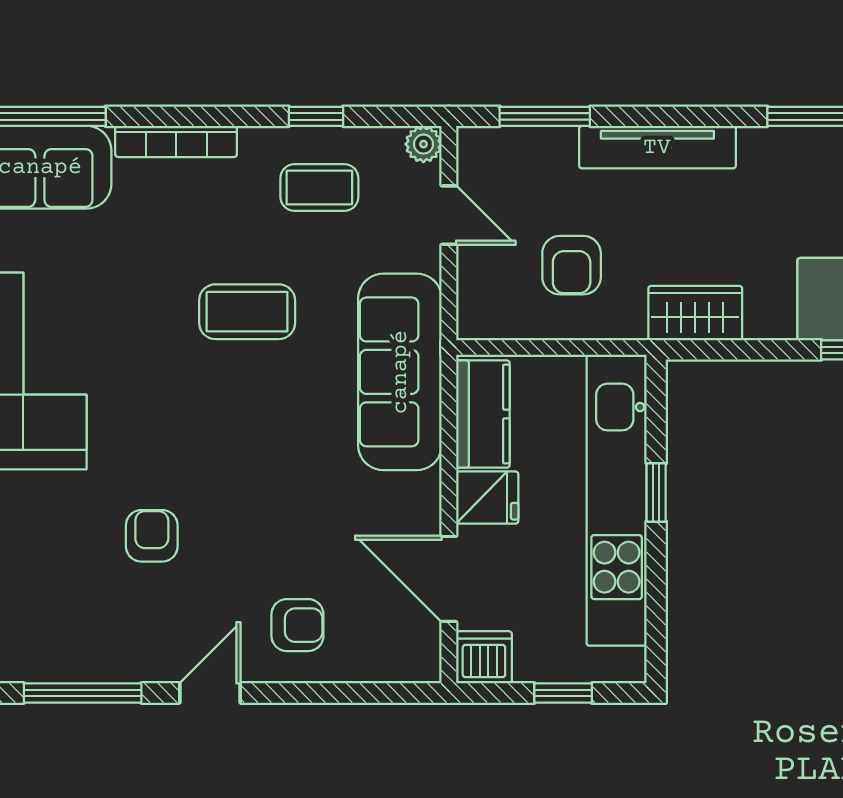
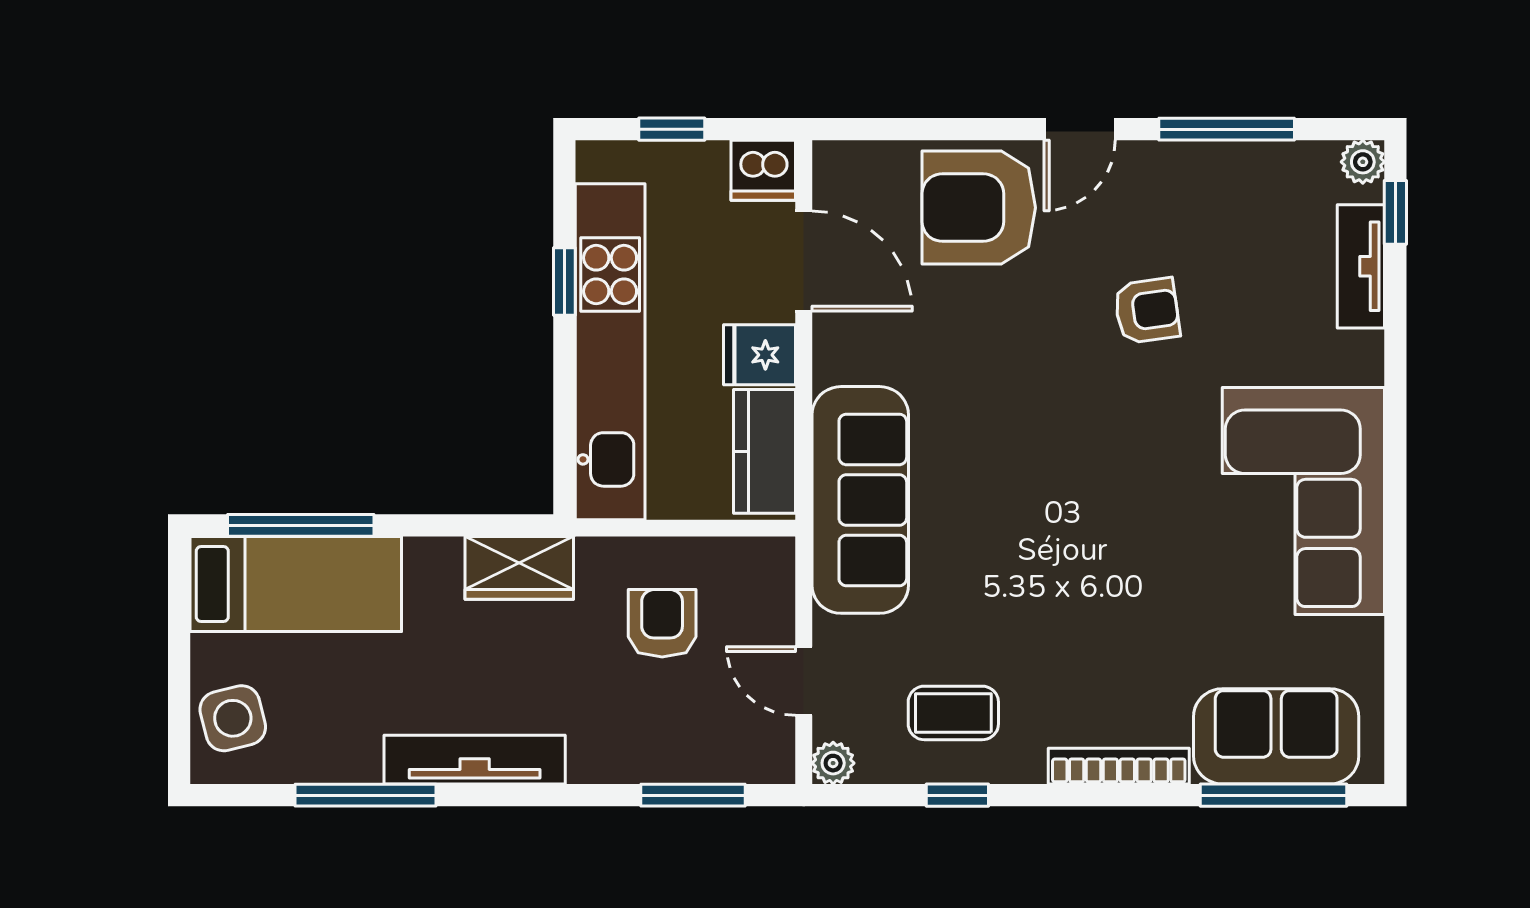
tv unit: (657, 147) -> (475, 760), moved
coffee table: (247, 312) -> (1037, 570), removed
window: (656, 492) -> (564, 282), moved
armchair: (152, 536) -> (1147, 311), turned -98
armchair: (297, 625) -> (979, 208), width x1.88, depth x1.88

